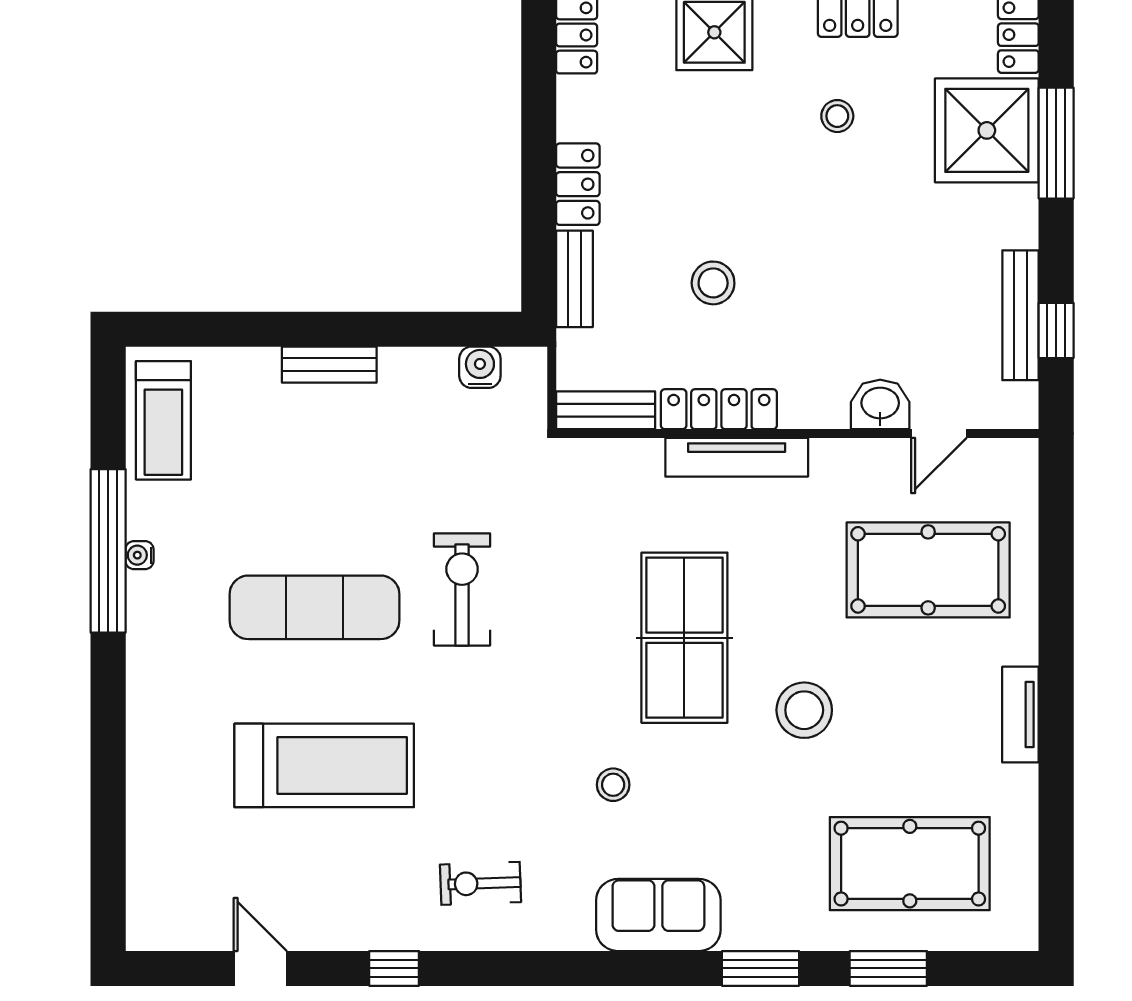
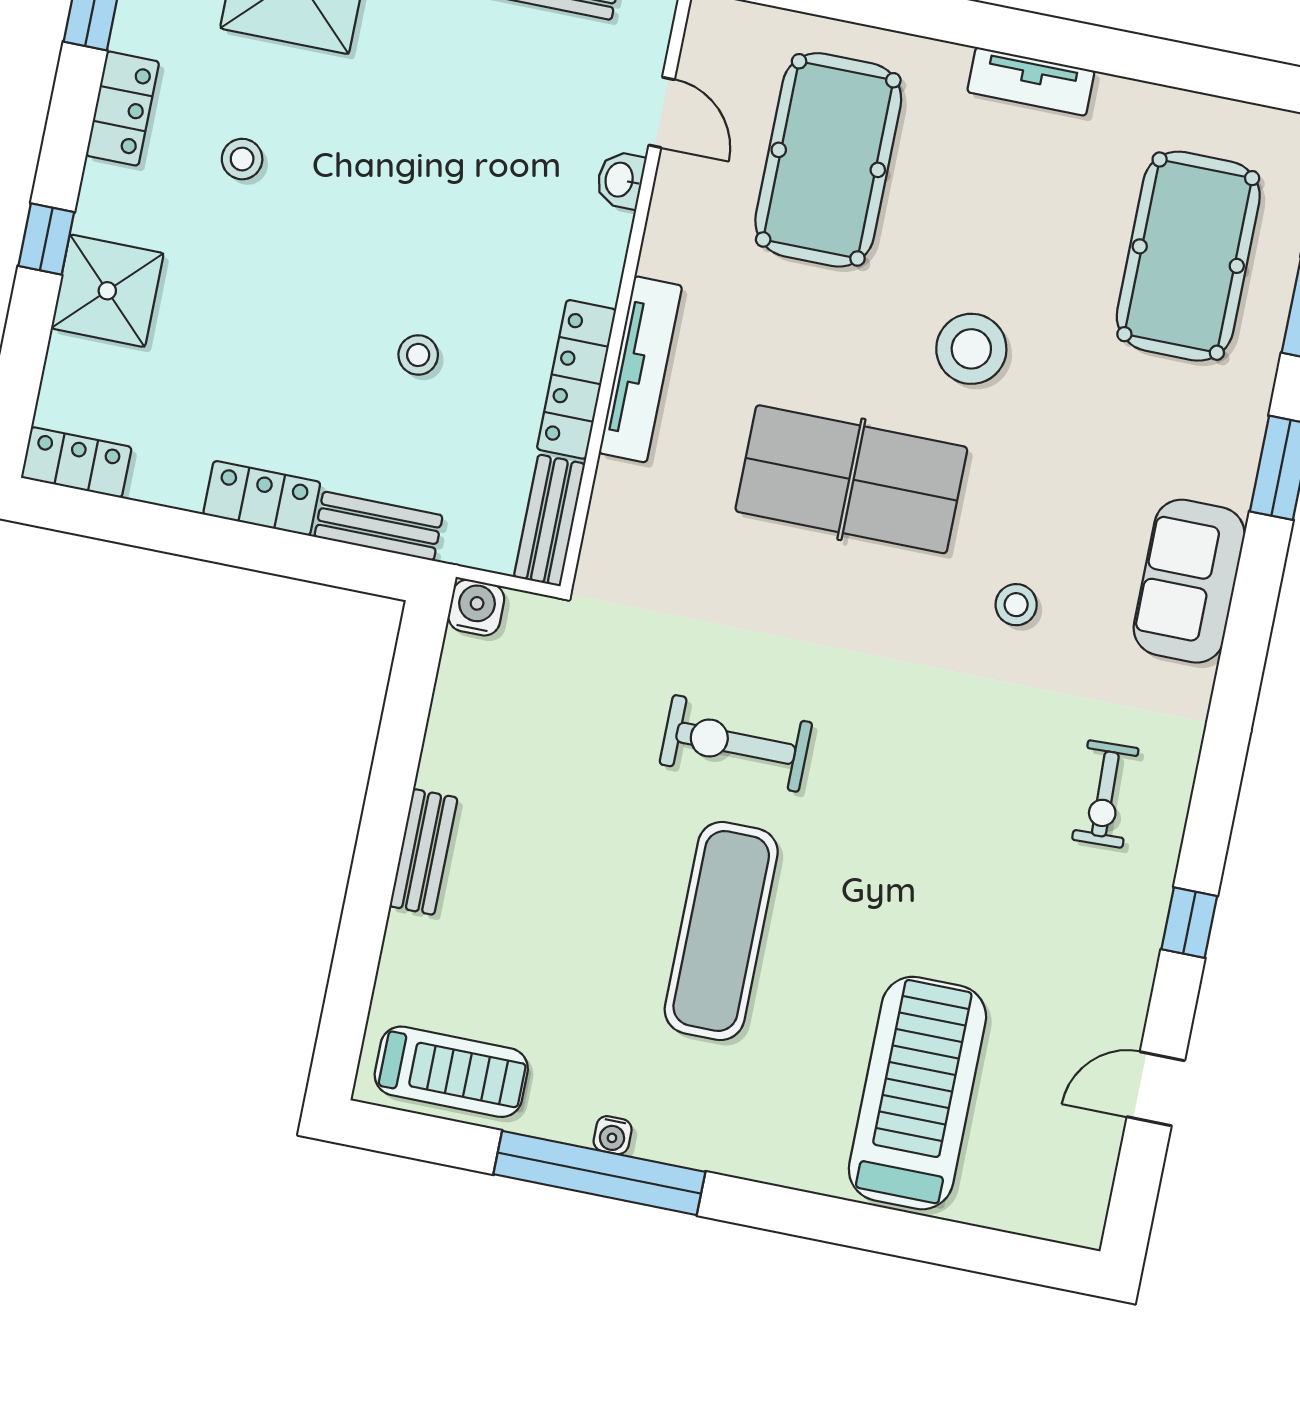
stool: (713, 283) -> (418, 355), width x0.73, depth x0.73
water cooler: (480, 367) -> (476, 608), moved, turned 90
washbasin: (880, 404) -> (620, 180), width x0.72, depth x0.69
treadmill: (324, 765) -> (917, 1093), moved

